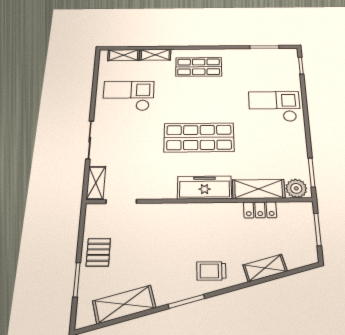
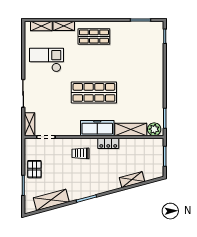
checkout: (274, 106) -> (144, 69), removed
locker: (260, 210) -> (108, 143), moved
trolley: (211, 271) -> (80, 153), moved

